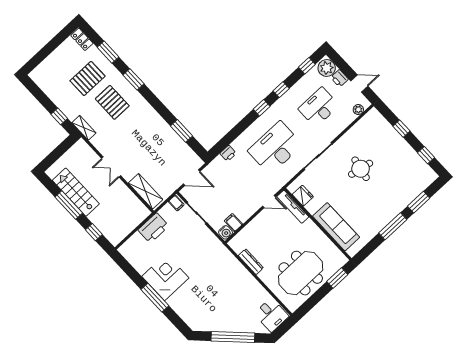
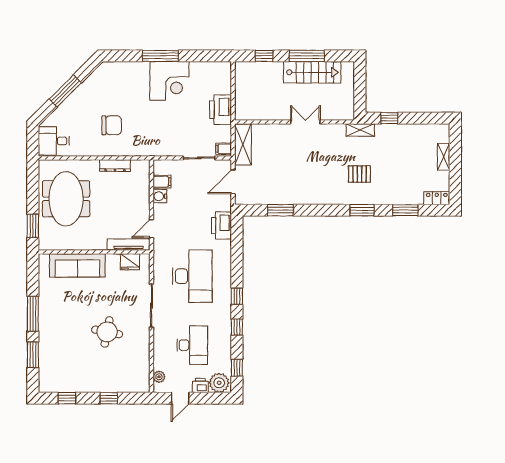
shelving: (52, 59) -> (444, 157), added
pallet: (88, 78) -> (399, 172), removed
pallet: (112, 102) -> (359, 174), width x0.67, depth x0.71
printer: (228, 153) -> (221, 225), width x1.87, depth x1.48
shelving: (146, 191) -> (243, 144), moved, turned 90
water cooler: (226, 232) -> (160, 196), moved
chair: (227, 288) -> (112, 125), added
window: (233, 337) -> (65, 91), width x0.68

